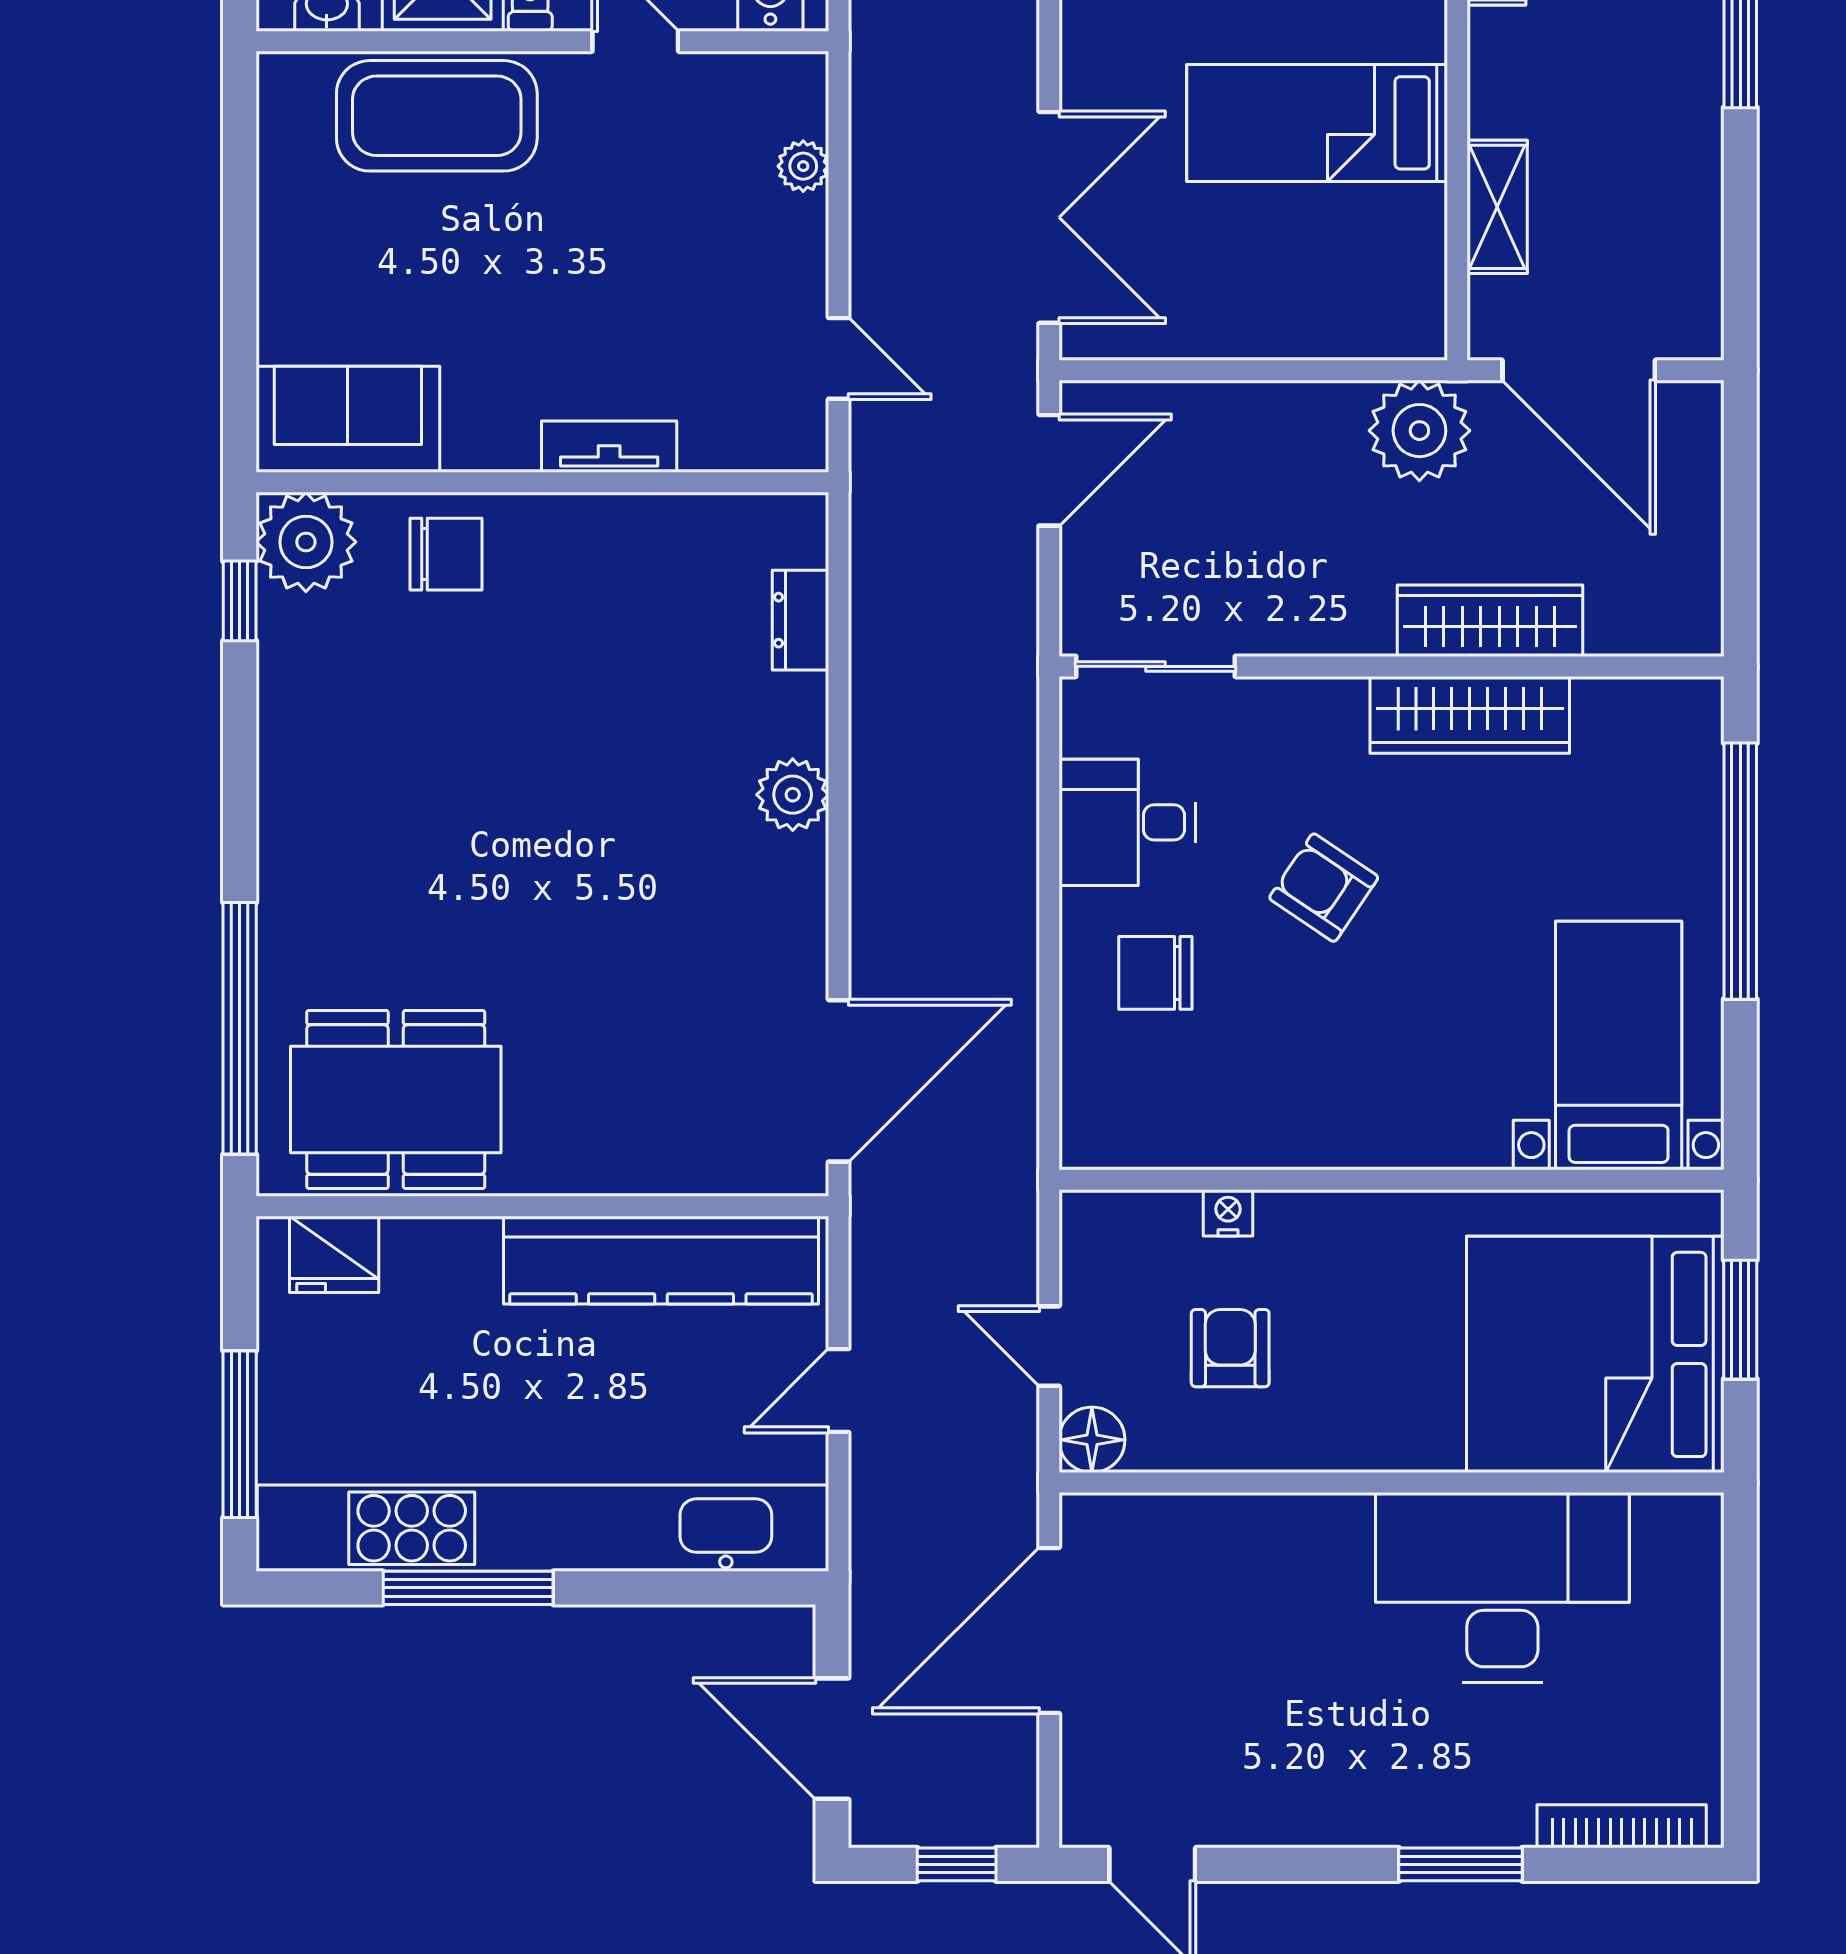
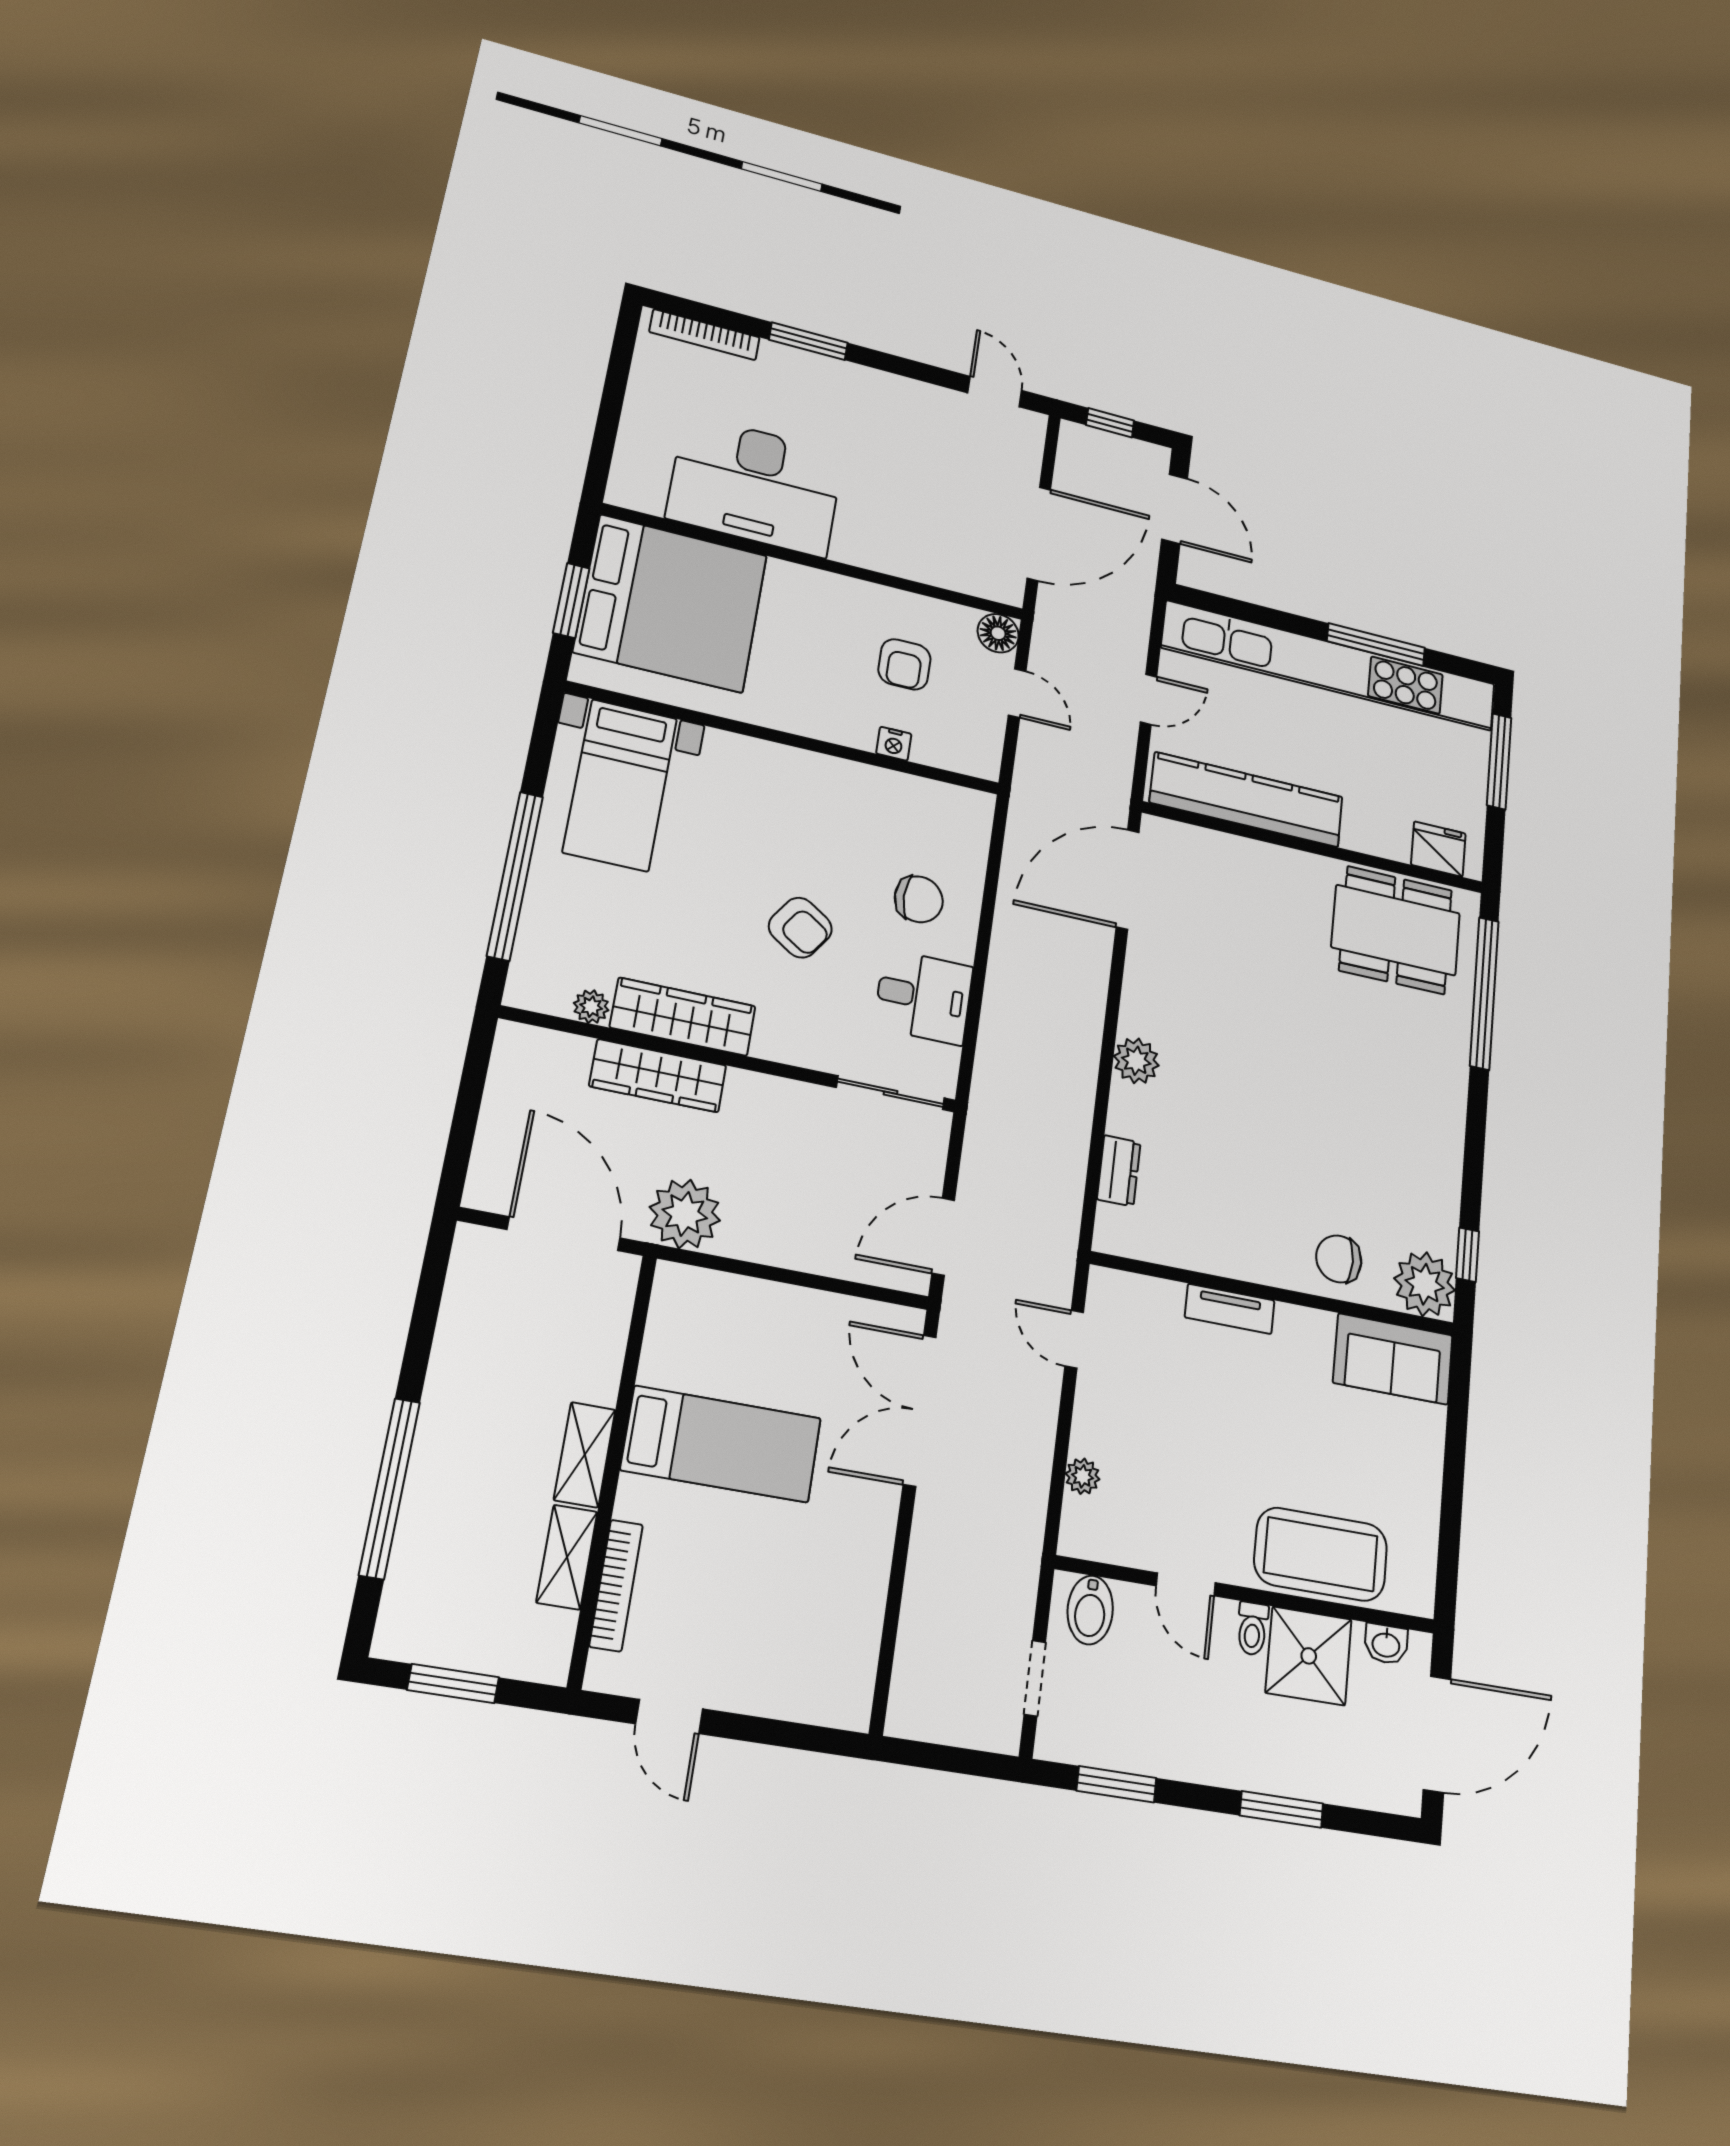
shelving: (1497, 207) -> (585, 1455), moved
plant: (1600, 701) -> (591, 1007), added

